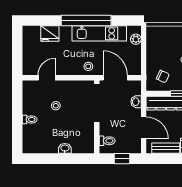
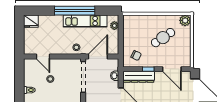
fridge: (50, 34) -> (31, 21), moved
door: (47, 78) -> (43, 57), swing flipped
door: (115, 78) -> (98, 57), hinge flipped

